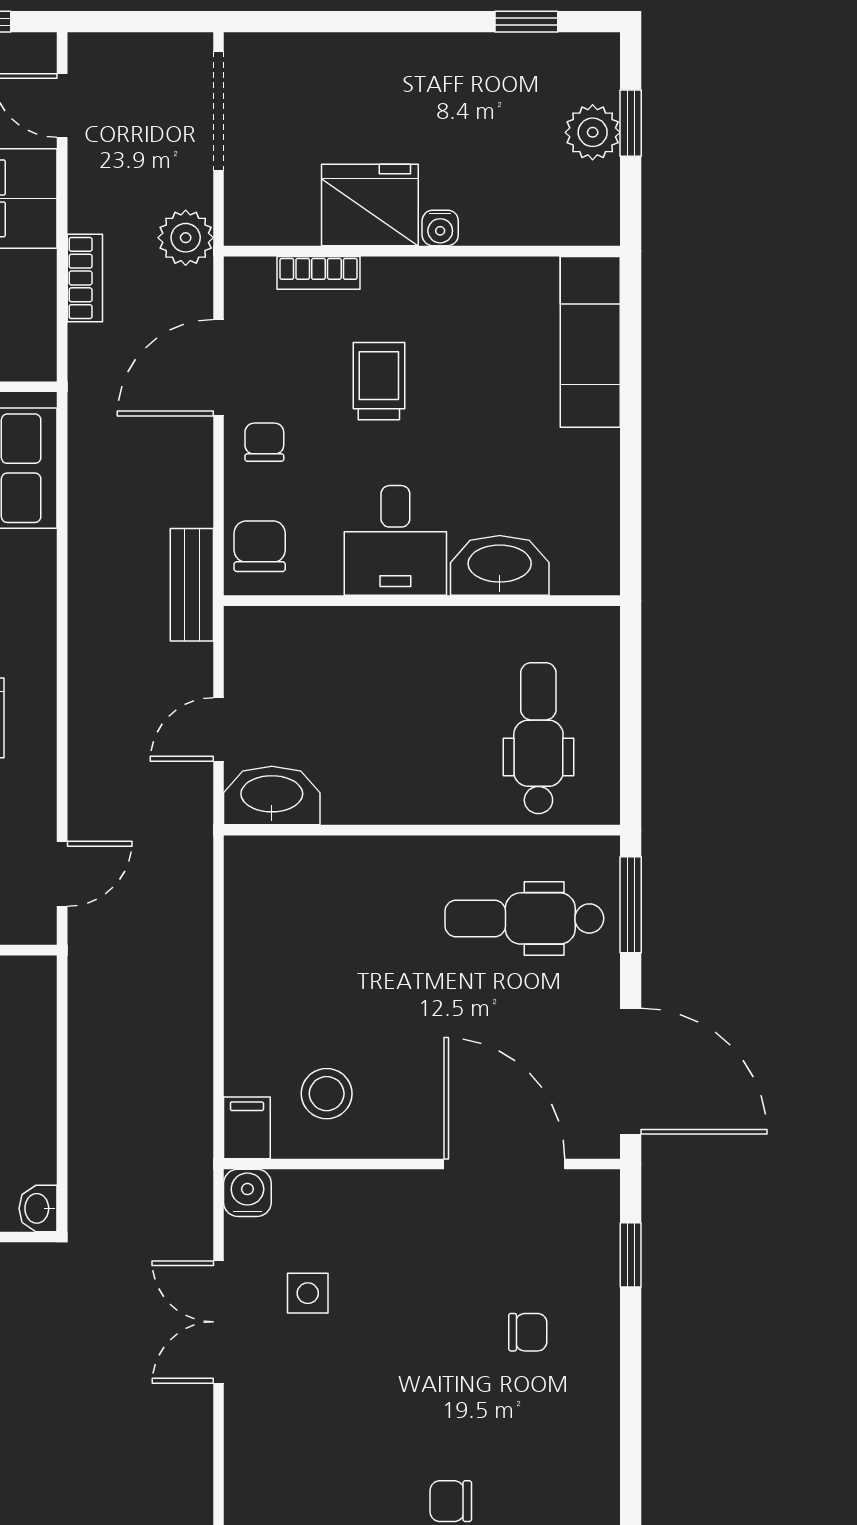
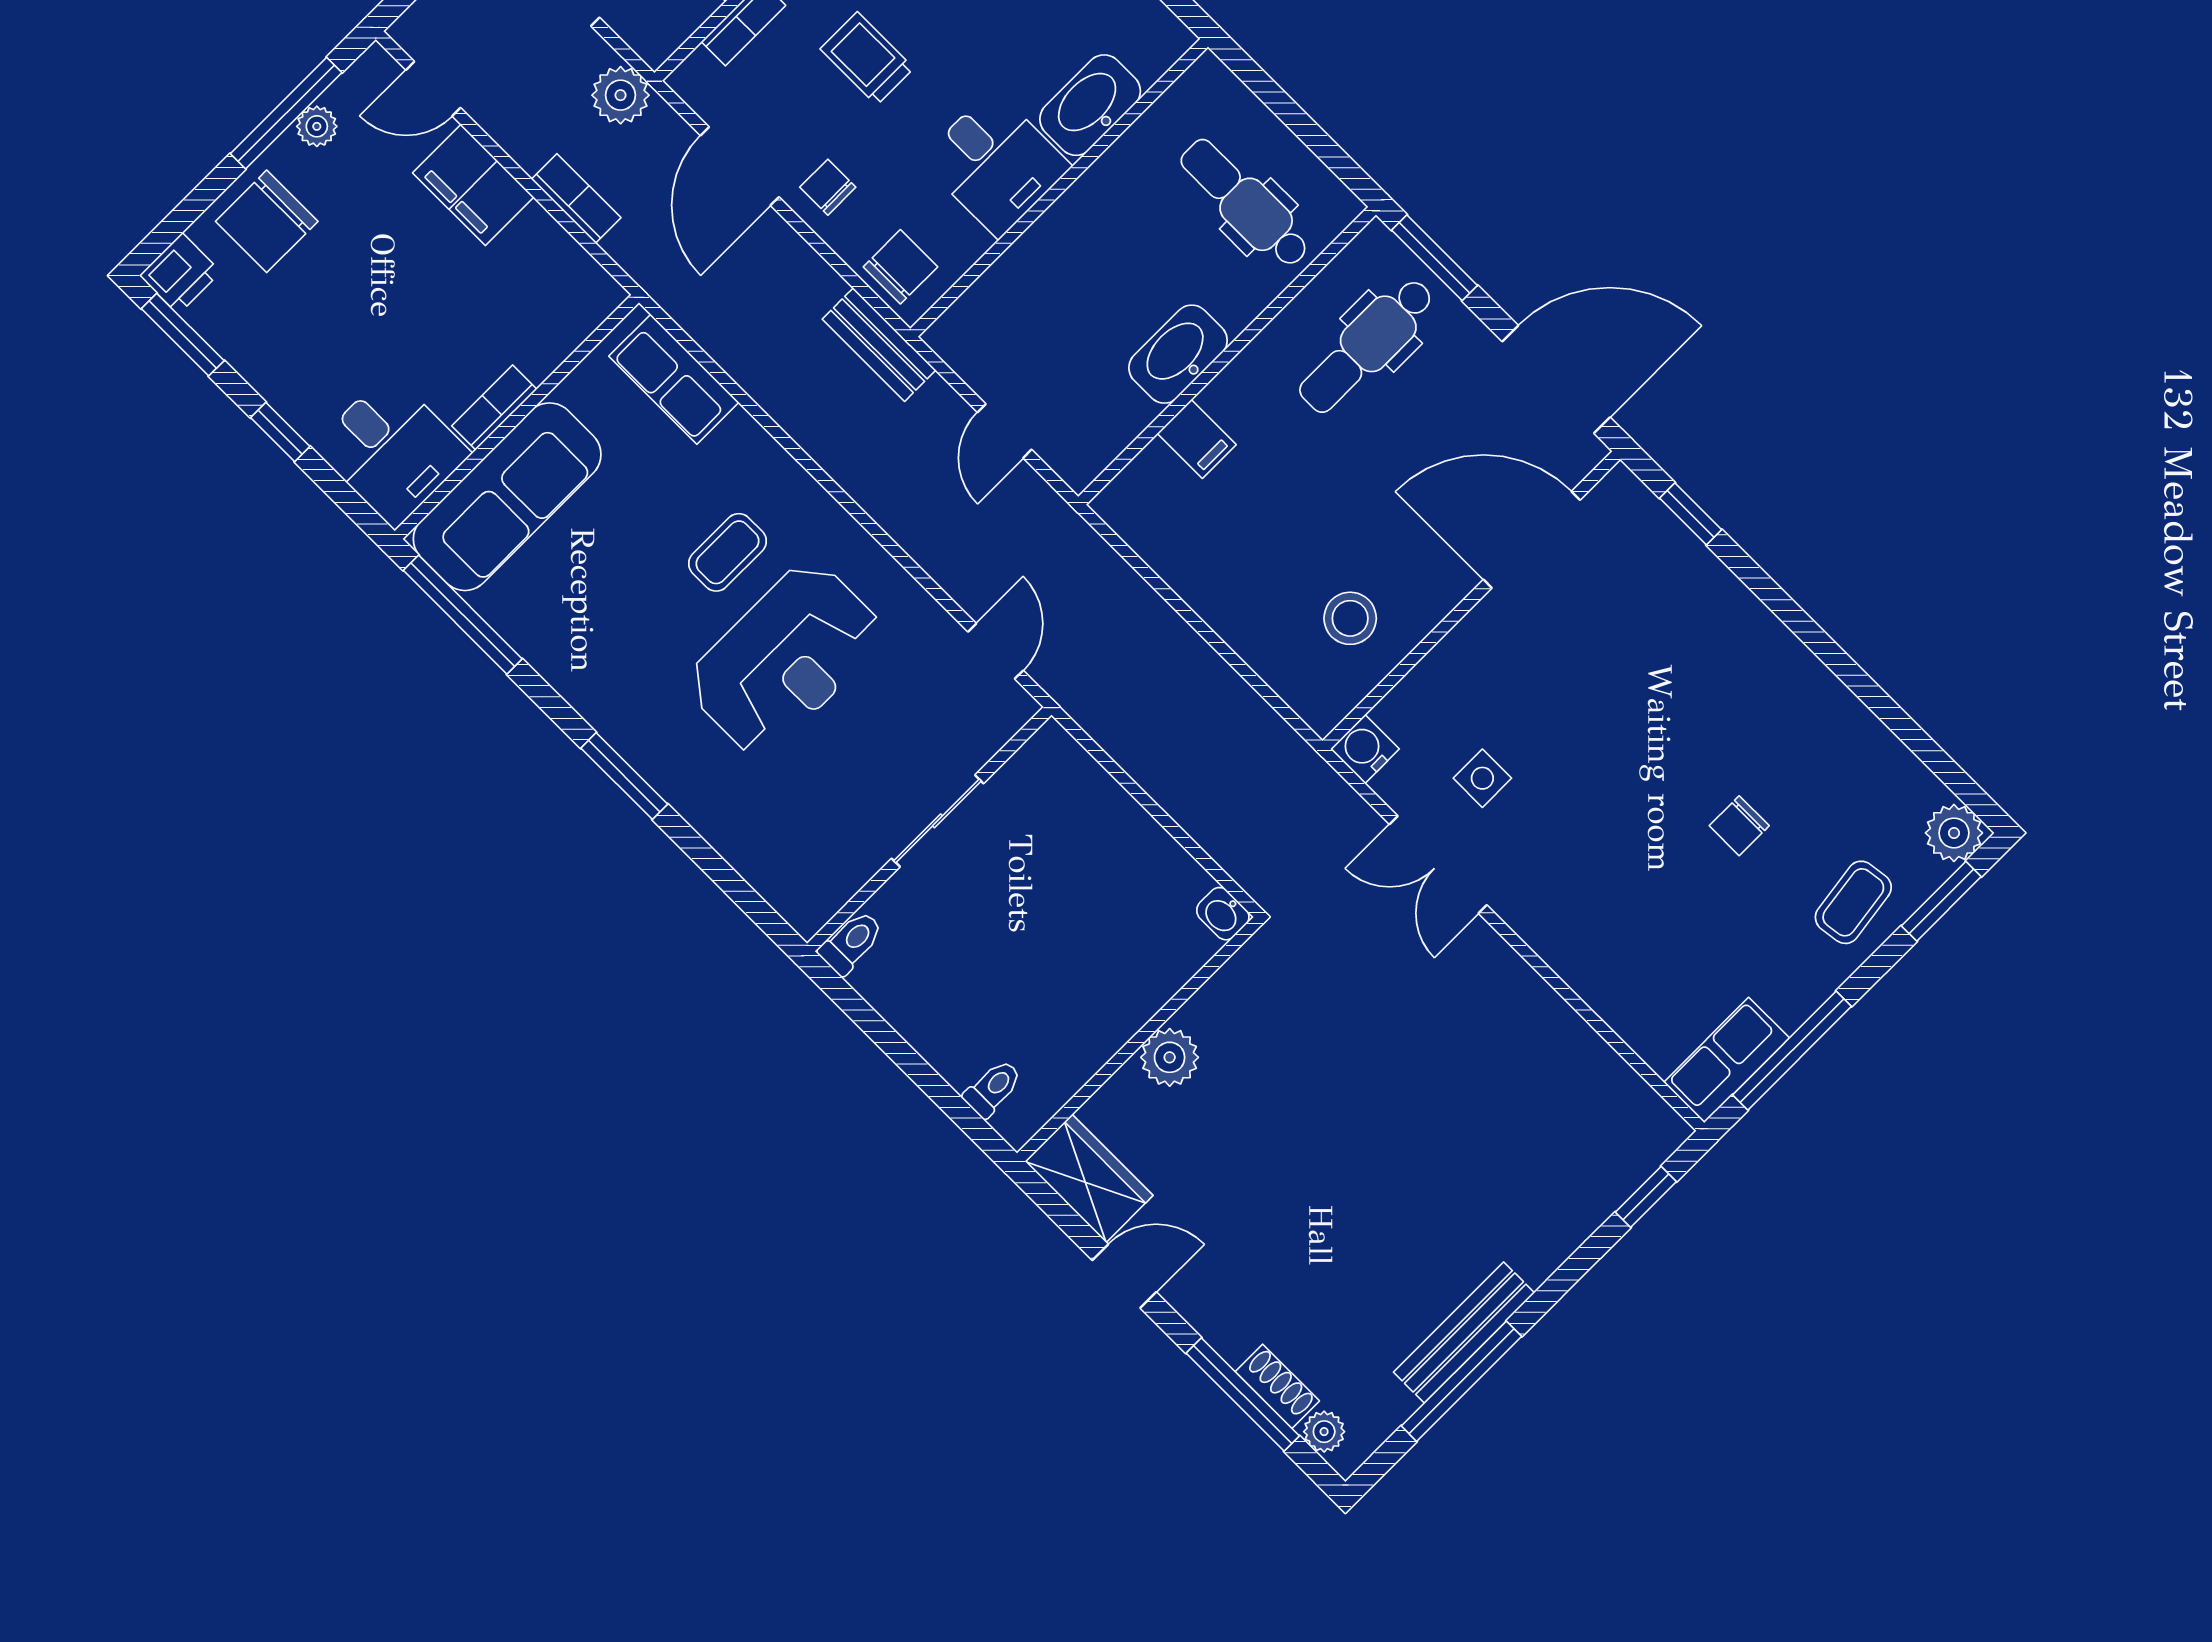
chair: (260, 546) -> (900, 267), turned 90
washbasin: (272, 796) -> (1178, 354), moved
filing cabinet: (247, 1128) -> (1197, 439), moved, turned 180
chair: (528, 1332) -> (1672, 646), removed

